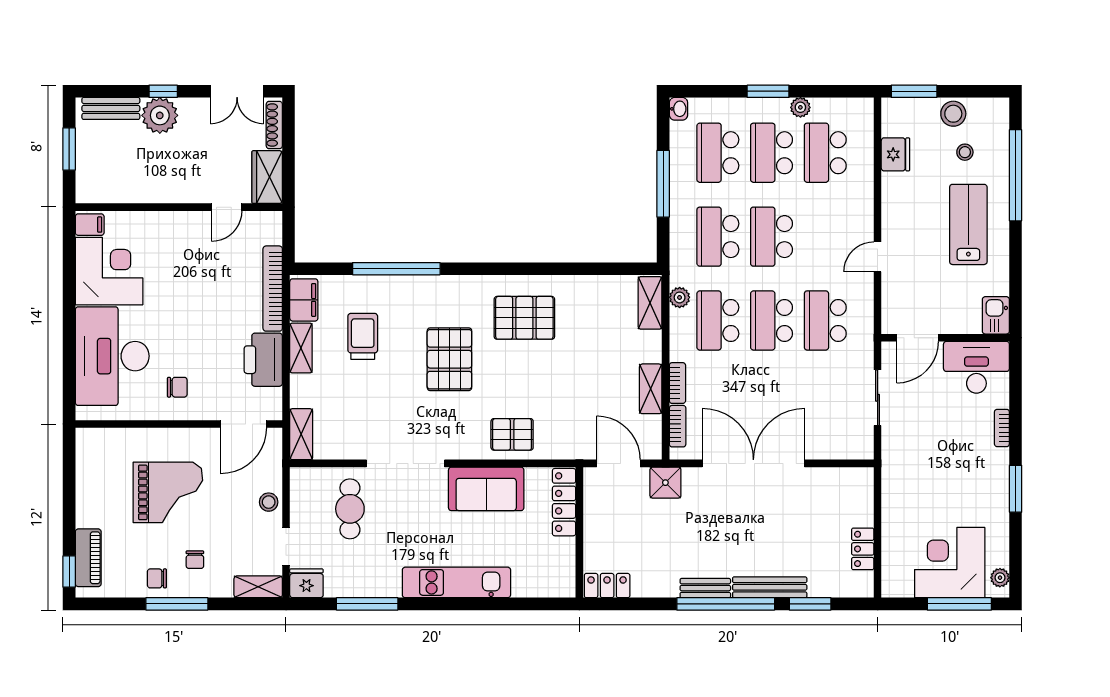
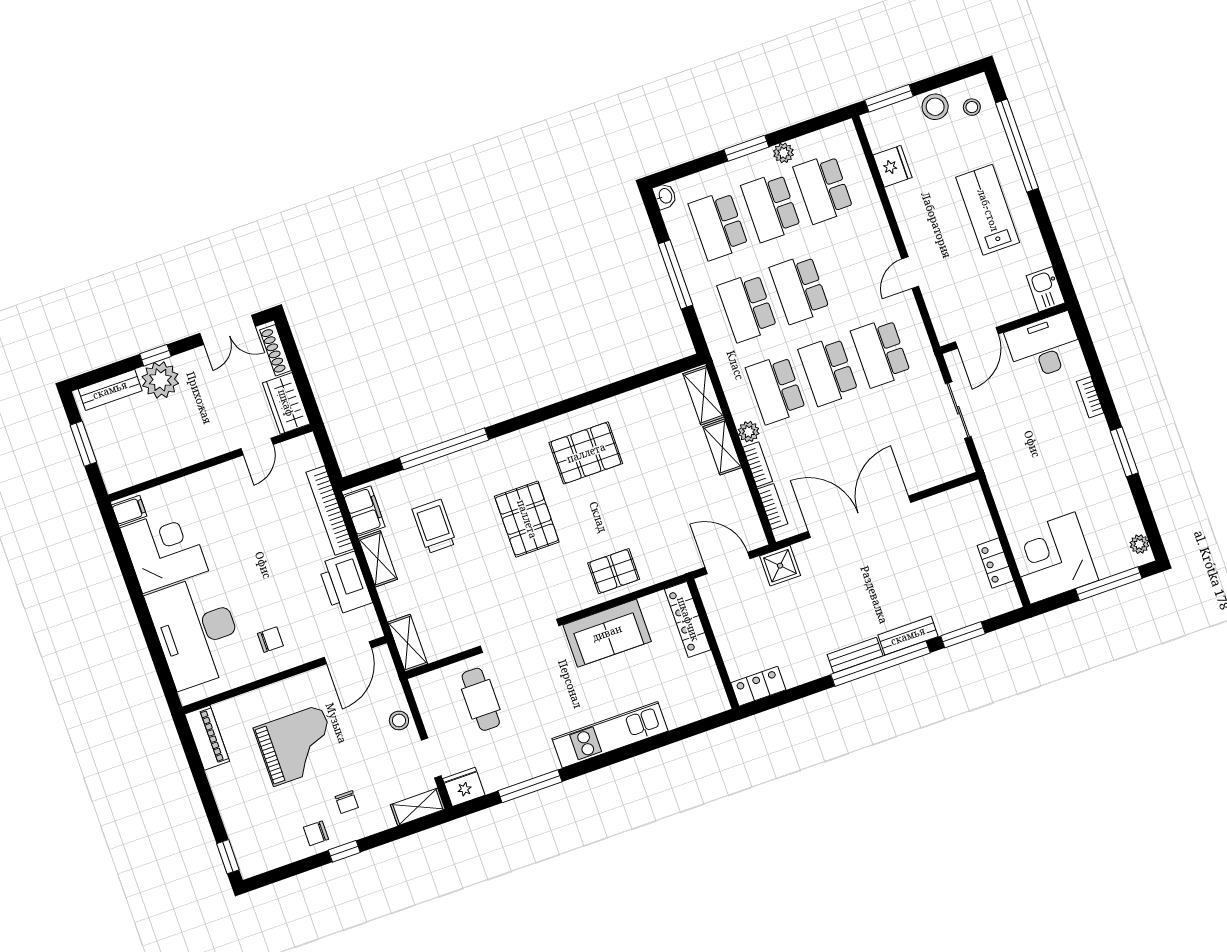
stool: (965, 152) -> (972, 107), moved
plant: (680, 297) -> (749, 432), moved
shelving: (651, 389) -> (722, 447), moved
piano: (88, 558) -> (207, 738), moved
corner desk: (950, 563) -> (1053, 558), moved
bench: (770, 587) -> (908, 636), width x0.73
window: (177, 604) -> (344, 851), width x0.46

